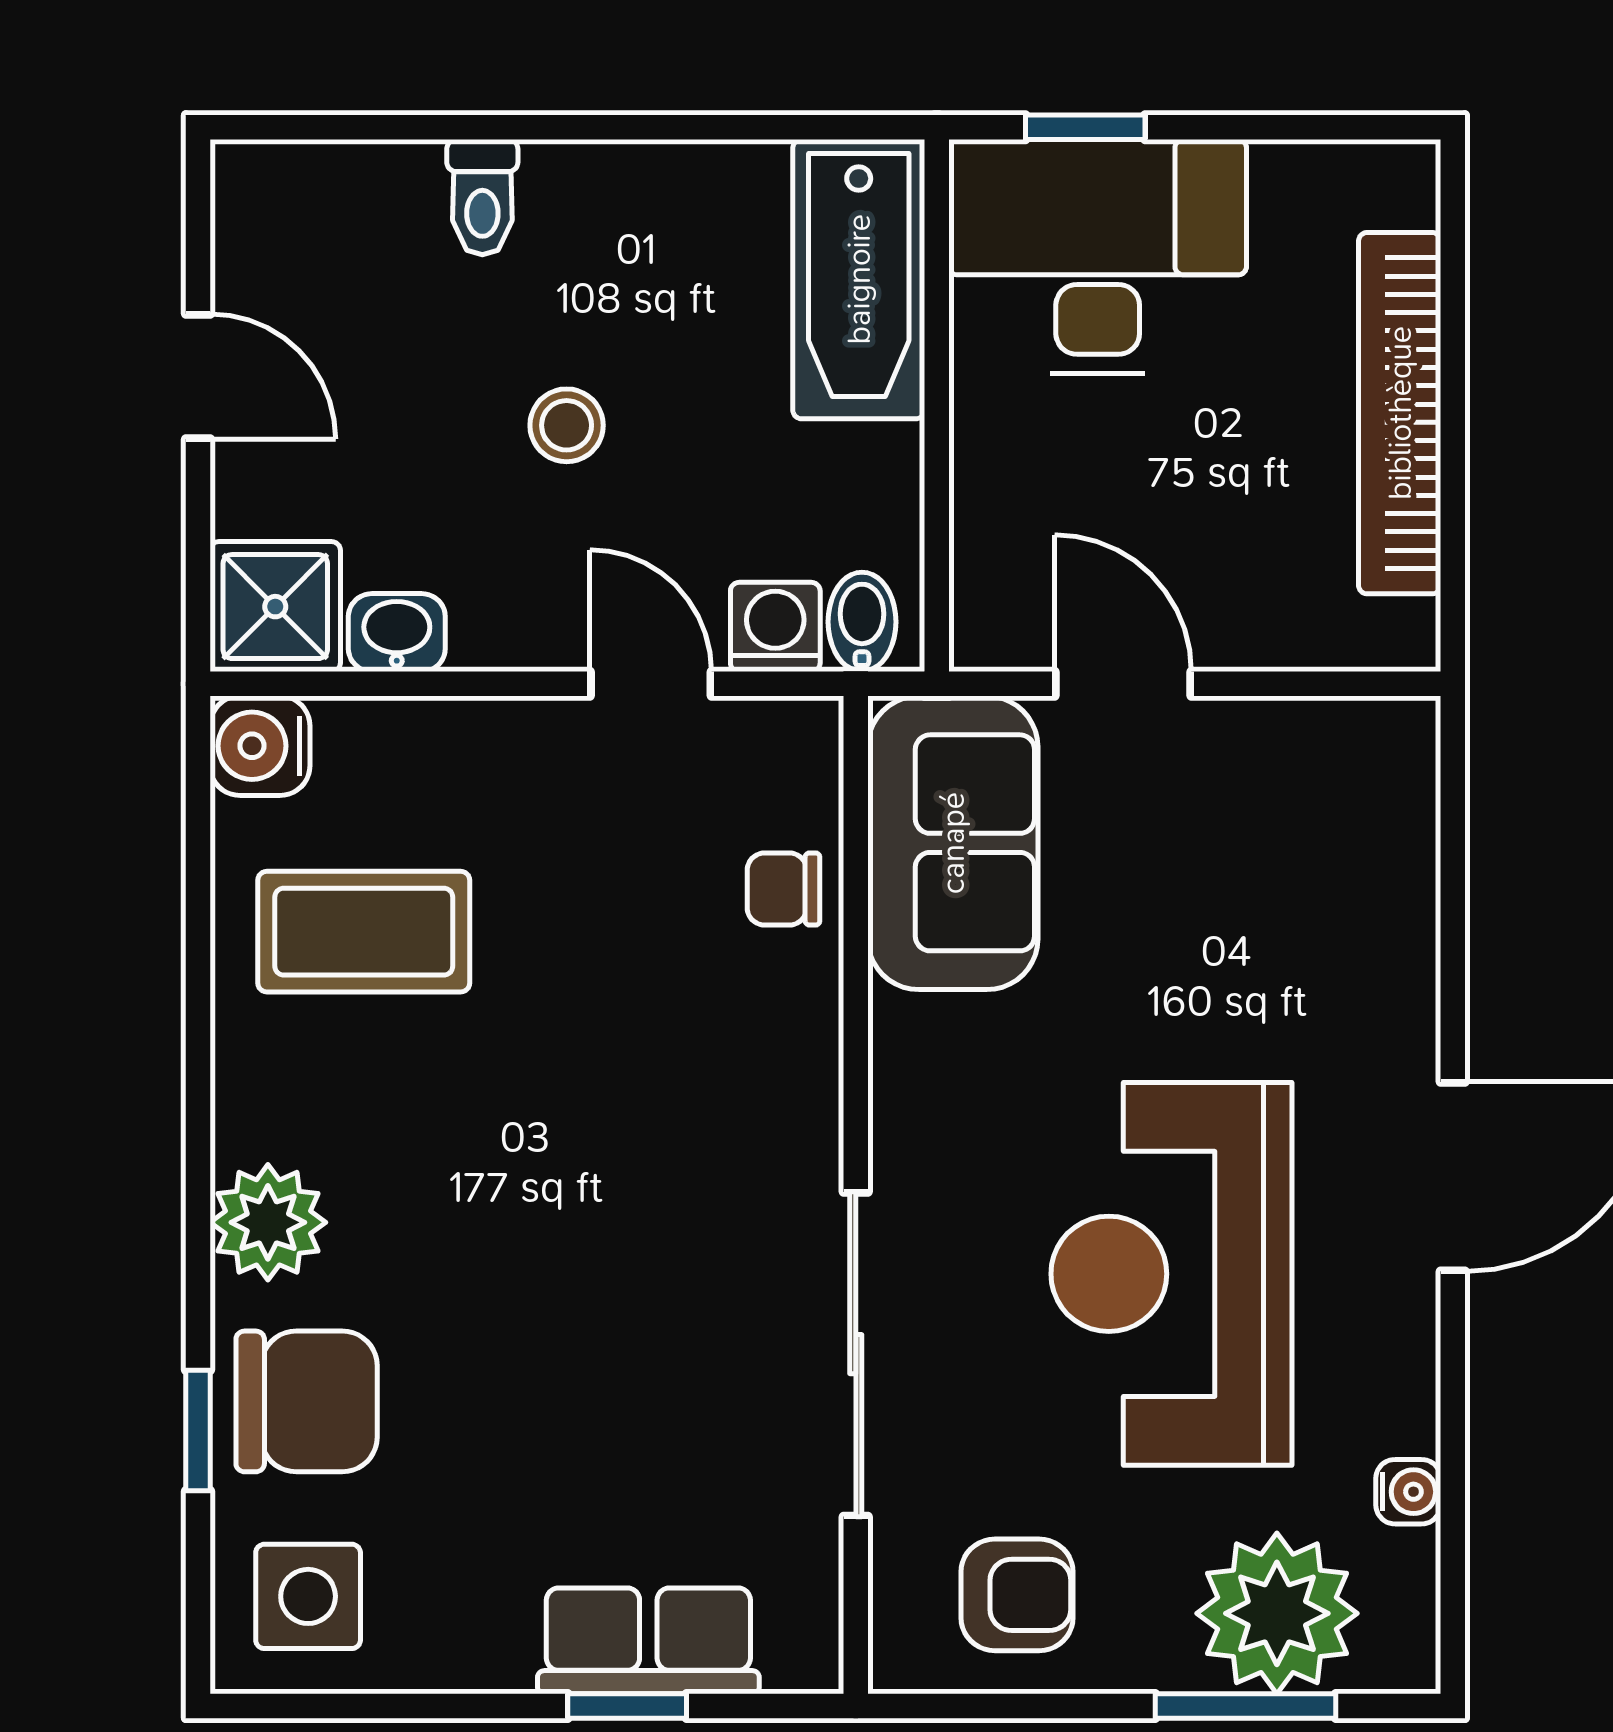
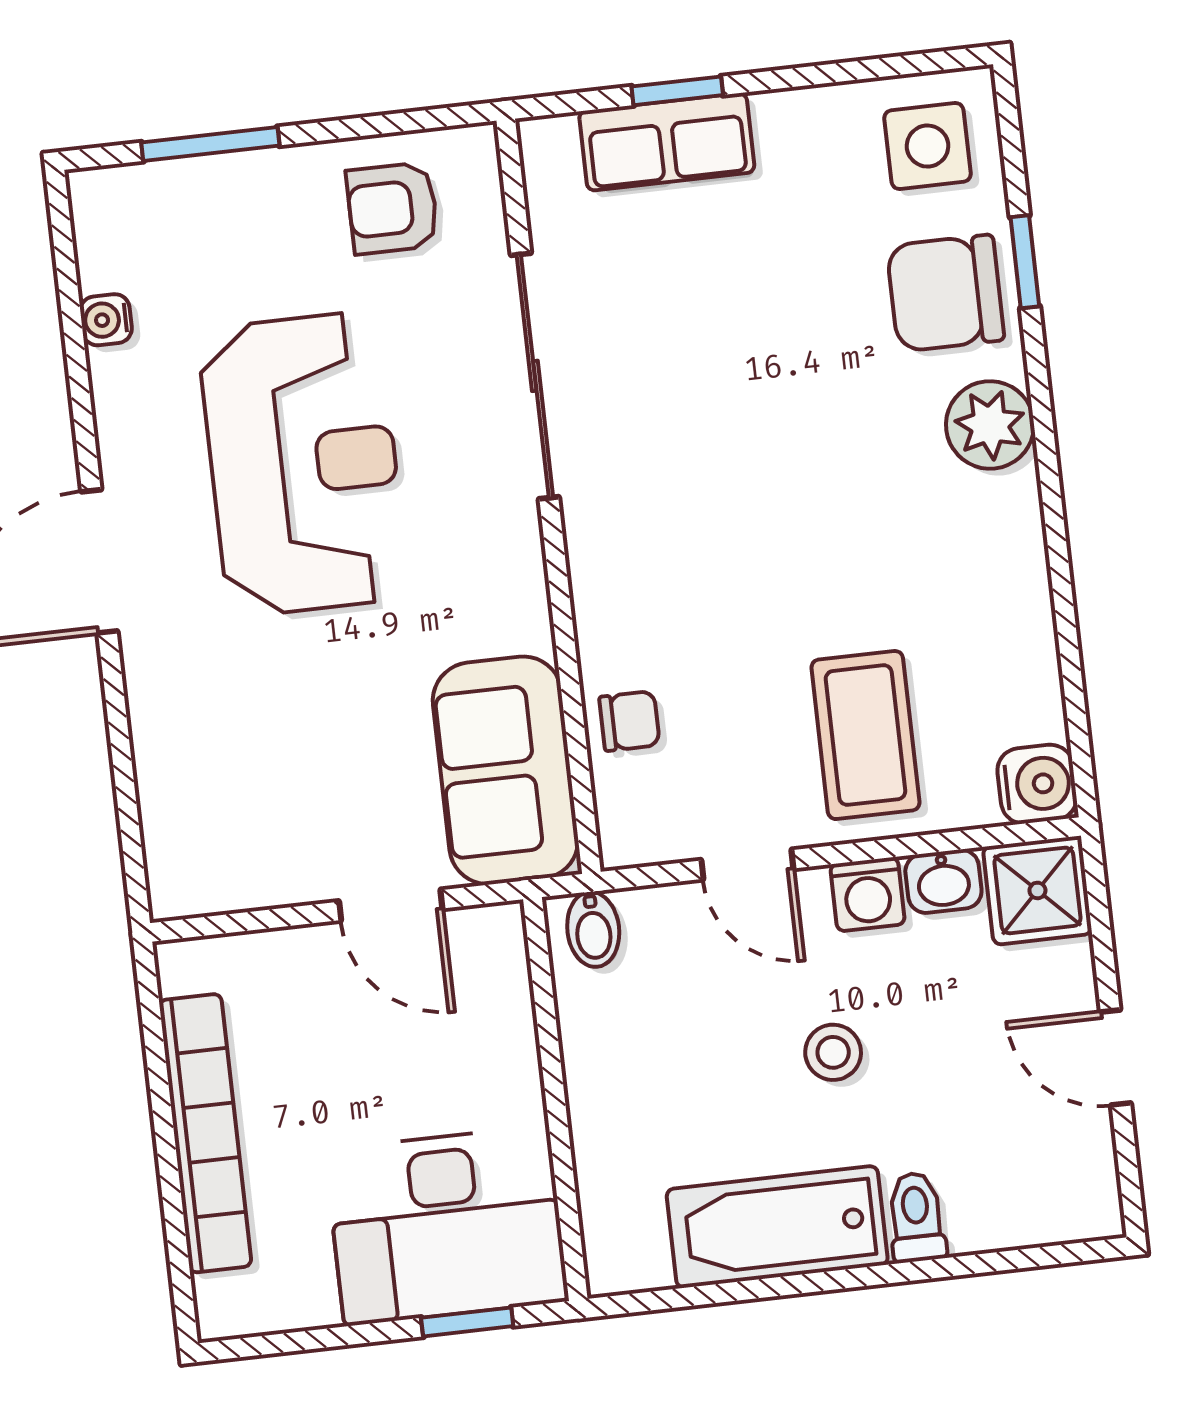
bathtub: (859, 279) -> (777, 1227), moved, turned -90
washing machine: (775, 627) -> (868, 894), moved
coffee table: (364, 932) -> (865, 735), moved, turned 90
plant: (1277, 1613) -> (195, 217), removed

